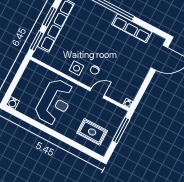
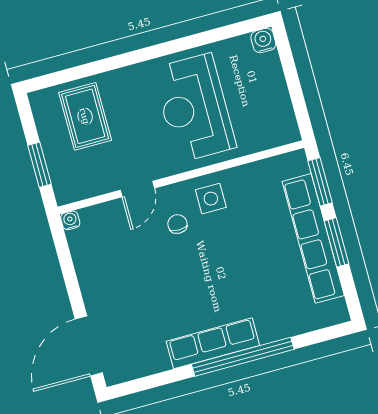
row of seats: (132, 28) -> (213, 343), moved
window: (121, 130) -> (40, 165), width x0.69
rug: (92, 132) -> (85, 116), turned 90

